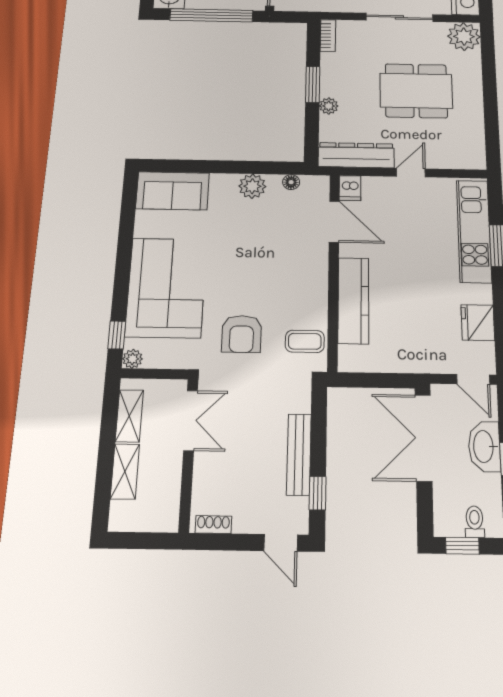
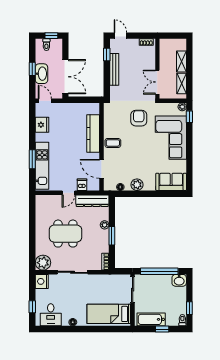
dishwasher: (350, 188) -> (82, 185), moved
coffee table: (305, 341) -> (113, 143), moved

